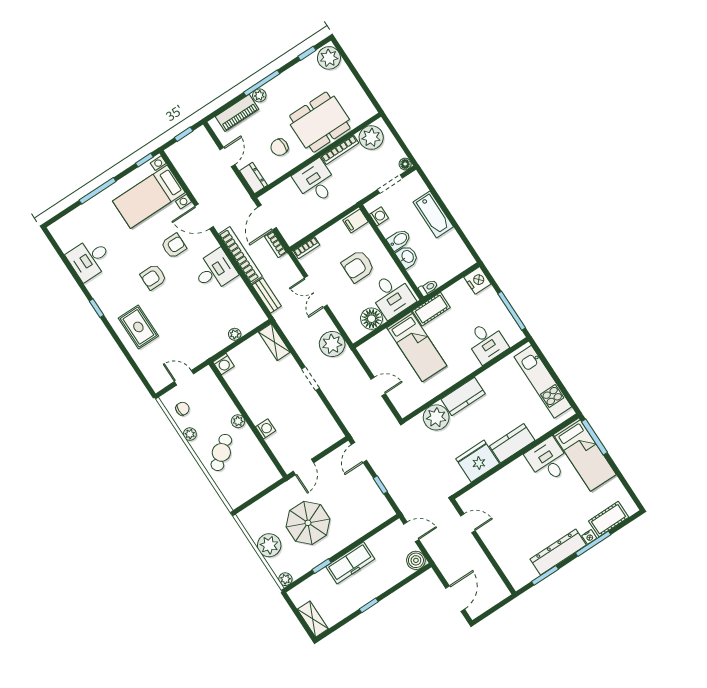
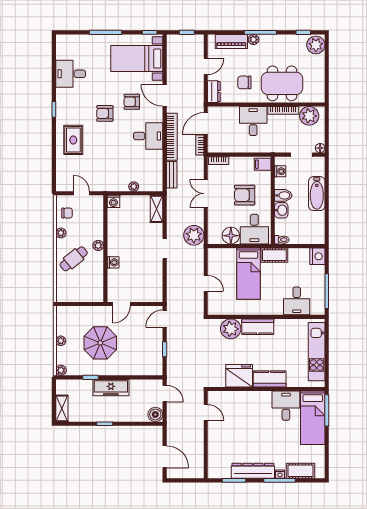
armchair: (174, 246) -> (132, 102), turned 180
plant: (269, 545) -> (61, 341), width x0.53, depth x0.53
door: (455, 599) -> (165, 457), hinge flipped

